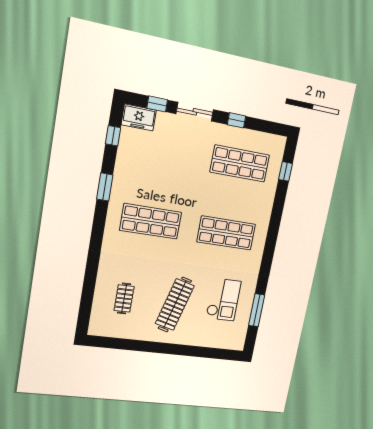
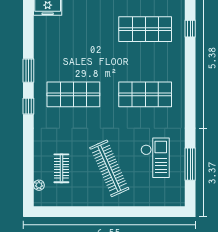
window: (113, 136) -> (28, 106), moved
clothes rail: (175, 305) -> (109, 168), turned -39
plant: (96, 313) -> (39, 185), added

